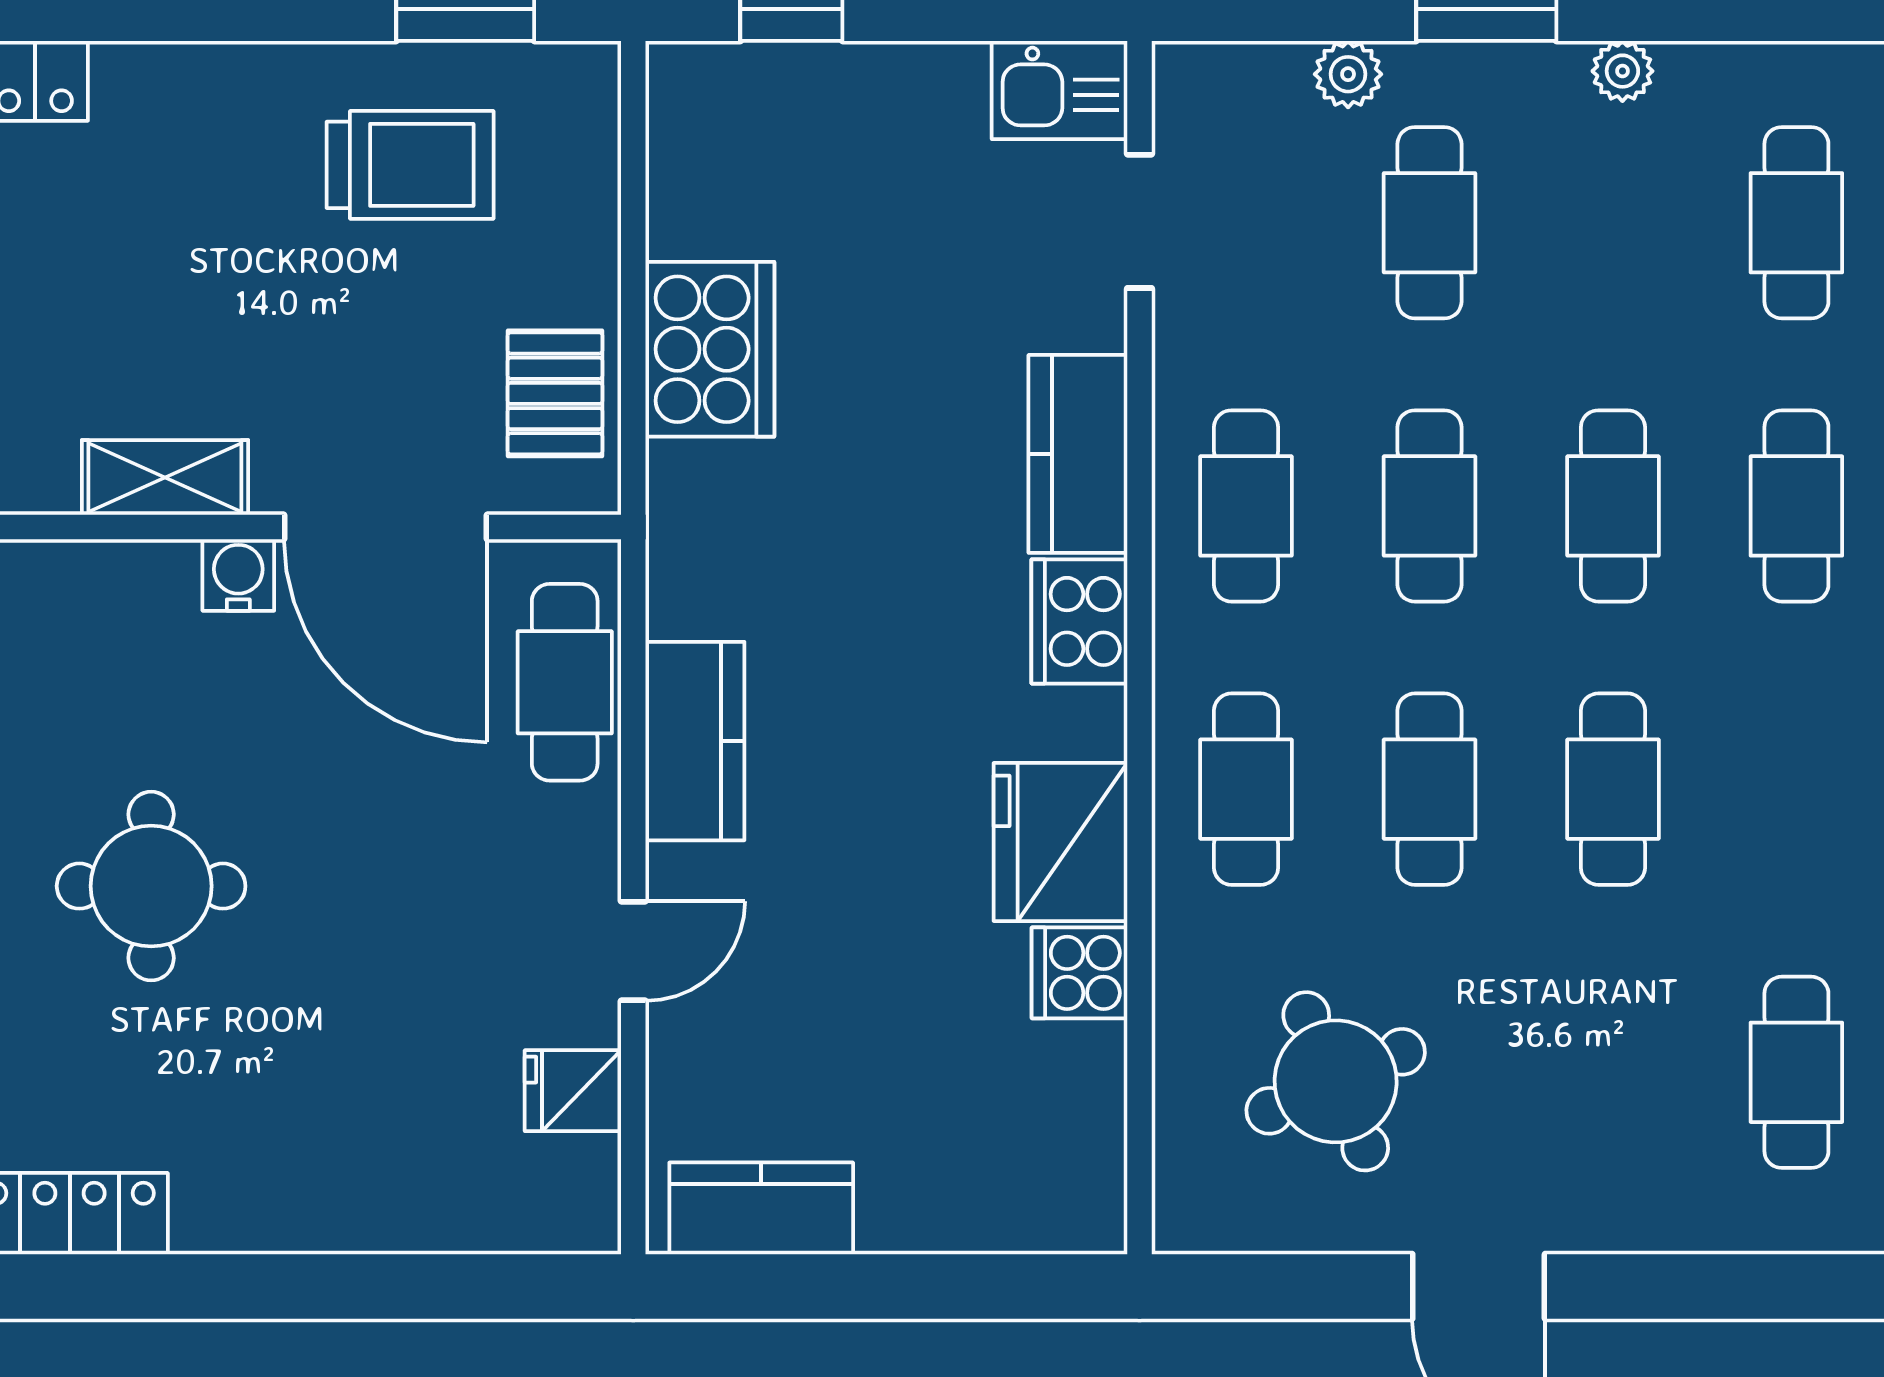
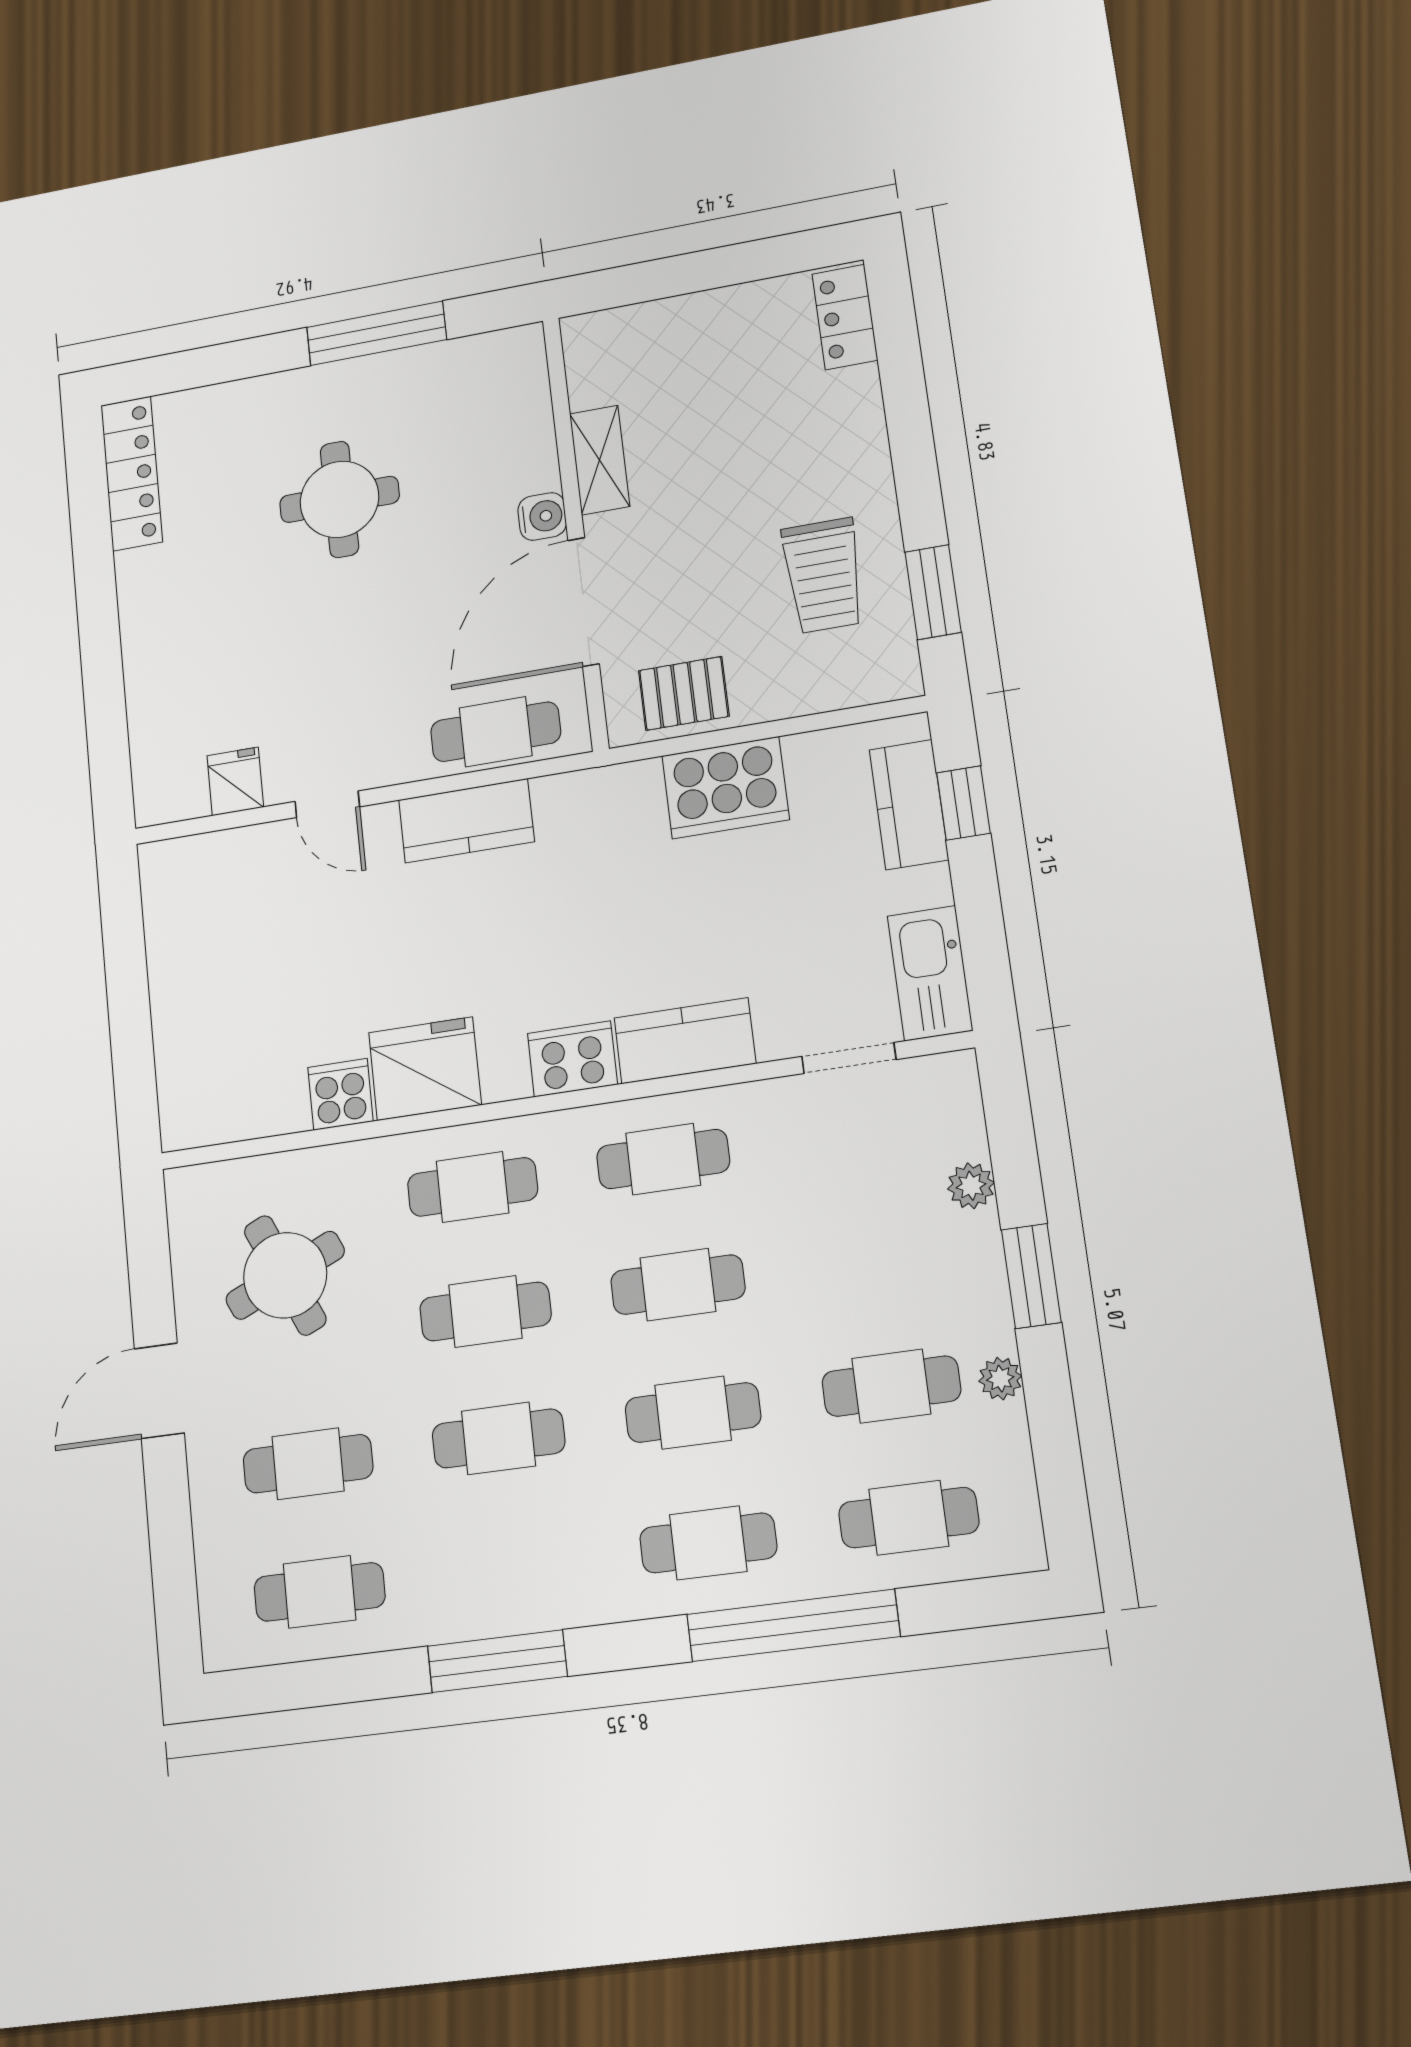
kitchen sink: (1060, 90) -> (930, 973), width x1.38
cafe table: (1429, 223) -> (891, 1386), moved
cafe table: (1613, 1072) -> (308, 1464), added
kitchen counter: (761, 1208) -> (909, 805), moved, turned 180

